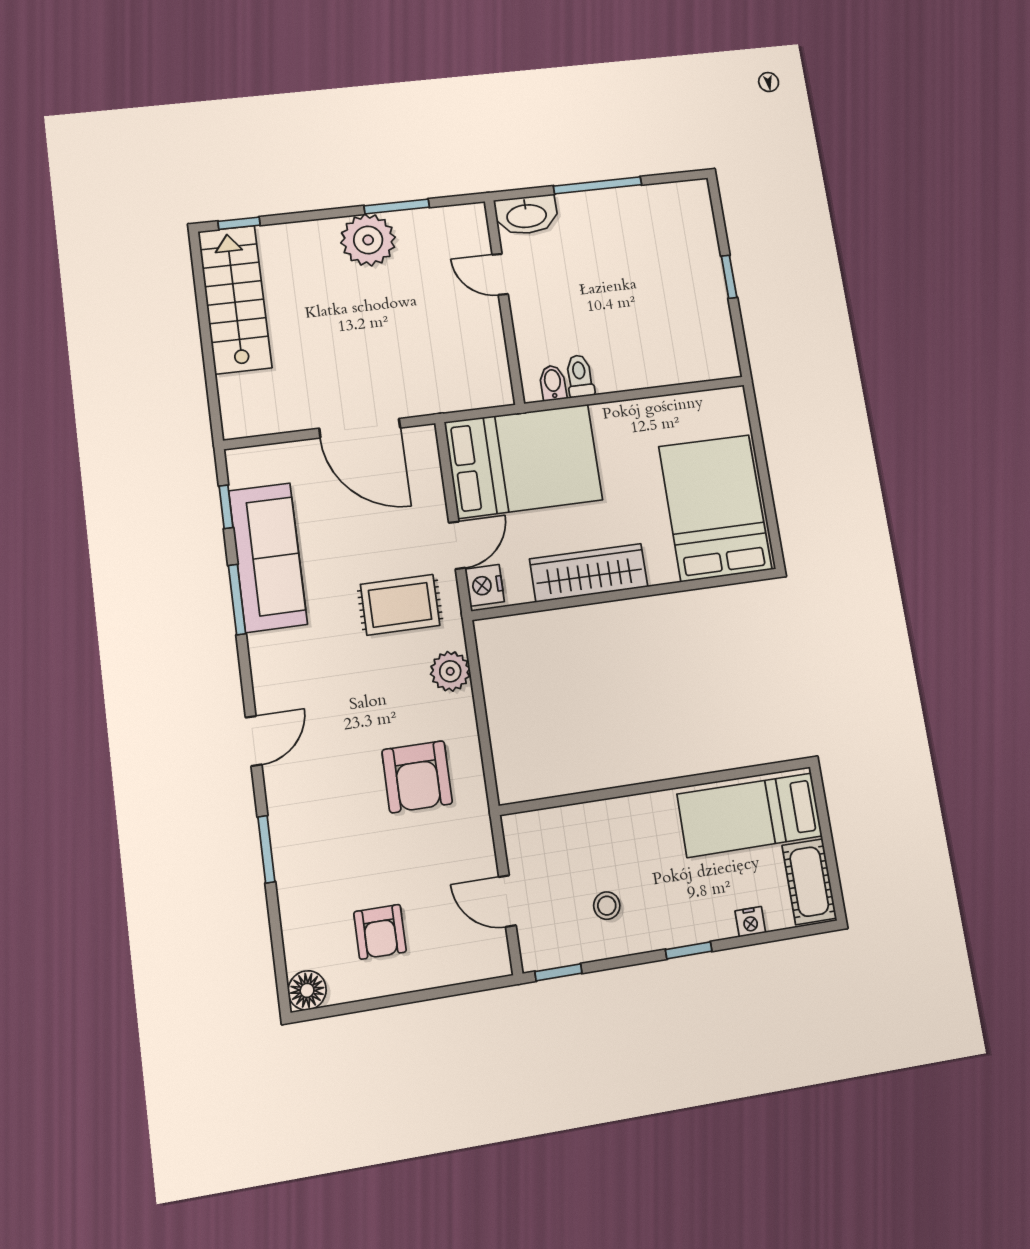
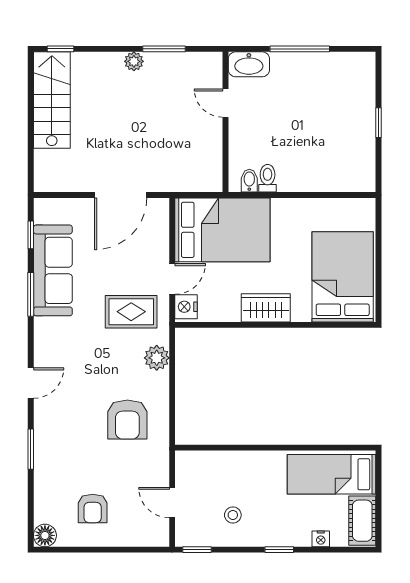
plant: (368, 240) -> (134, 61), width x0.53, depth x0.53
door: (360, 428) -> (121, 195), hinge flipped
wardrobe: (589, 573) -> (266, 308), width x0.67

